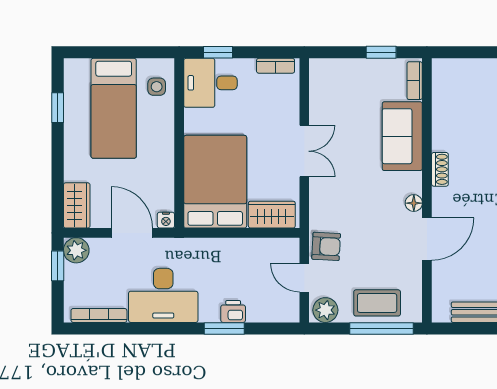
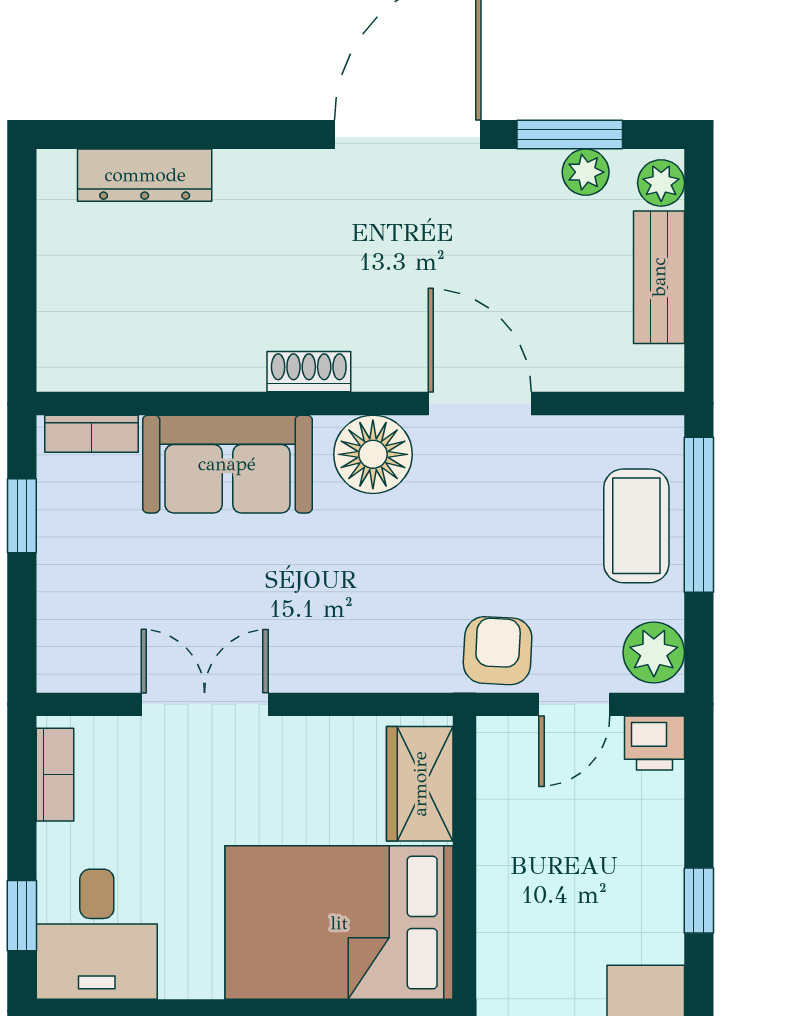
double door: (304, 151) -> (205, 704), moved
floor lamp: (414, 203) -> (373, 454), width x1.89, depth x1.89
printer: (233, 311) -> (654, 743), moved, turned -90
window: (224, 328) -> (699, 900), width x0.67

